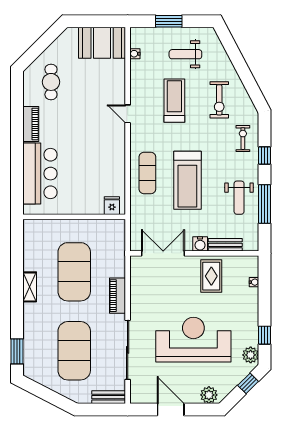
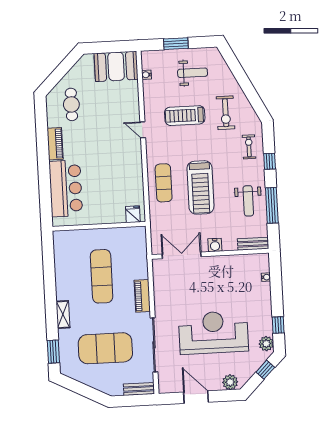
weight bench: (185, 54) -> (193, 73), turned 180
treadmill: (174, 101) -> (185, 116), turned -90
bench: (225, 245) -> (253, 244), moved
exercise mat: (74, 272) -> (102, 276), width x0.68
rug: (211, 276) -> (227, 274), removed
shelving: (30, 287) -> (63, 314), moved
exercise mat: (74, 351) -> (105, 348), turned 90

